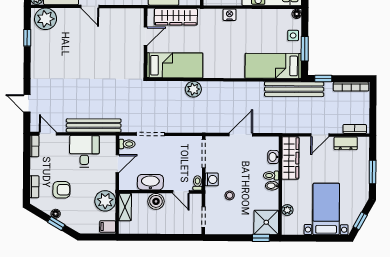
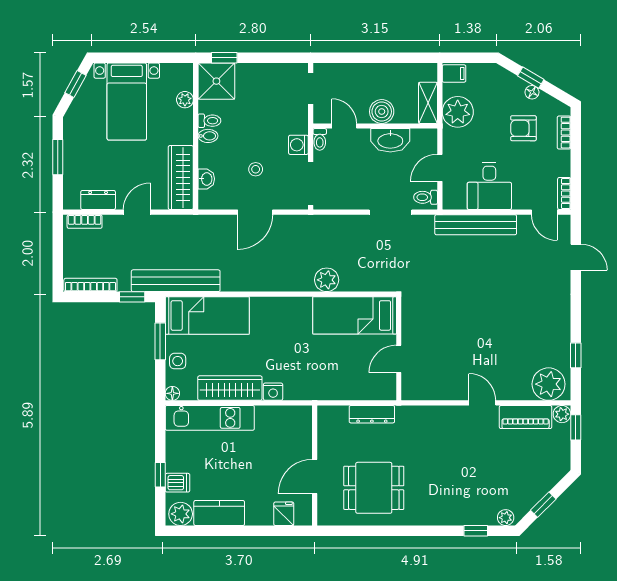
wardrobe: (176, 17) -> (230, 388), moved
toilet: (271, 176) -> (209, 121), moved
stool: (230, 195) -> (256, 169), moved

